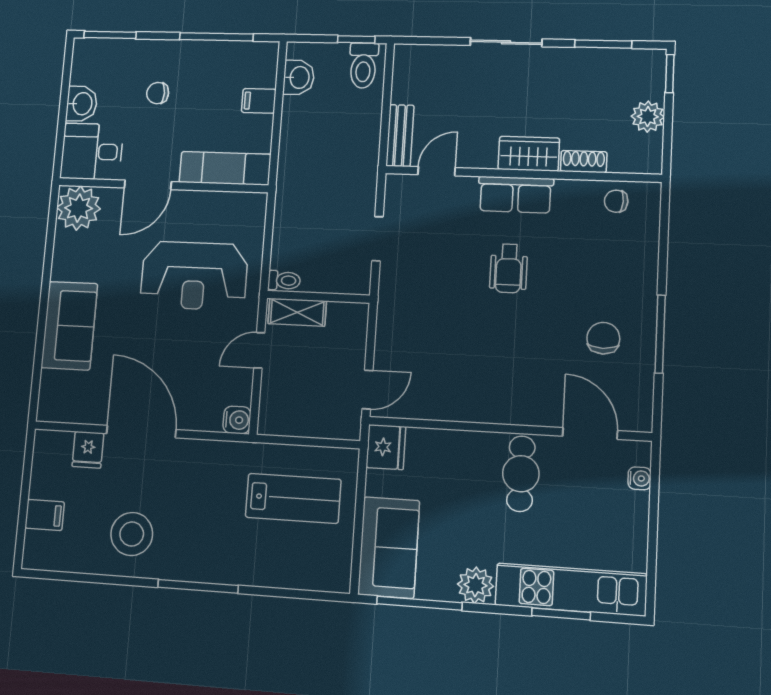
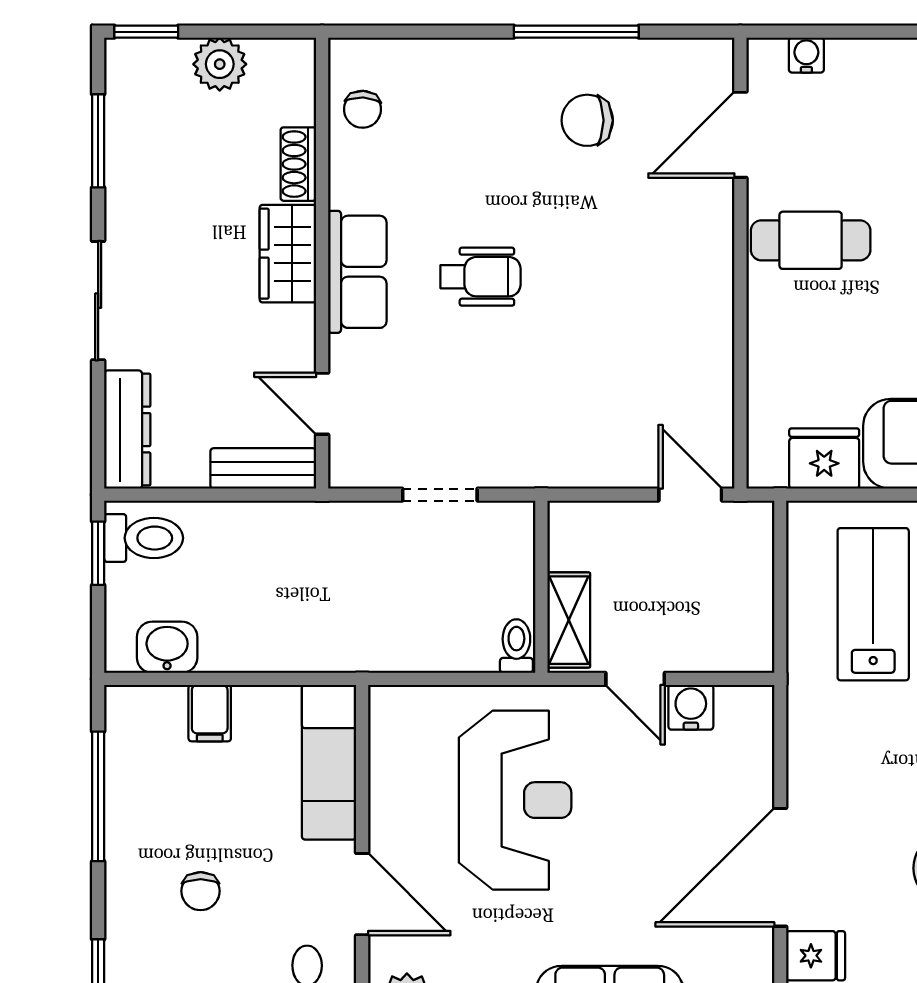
dresser: (428, 57) -> (127, 430), added
water cooler: (237, 420) -> (691, 707), moved
fridge: (386, 447) -> (824, 458), moved

